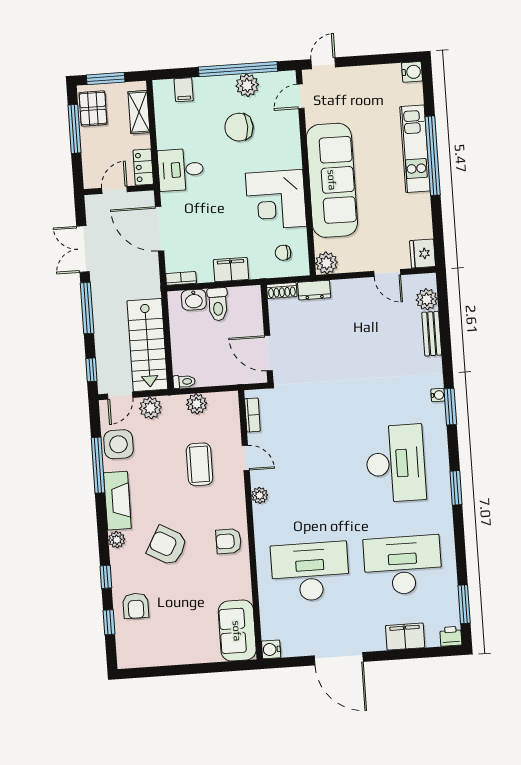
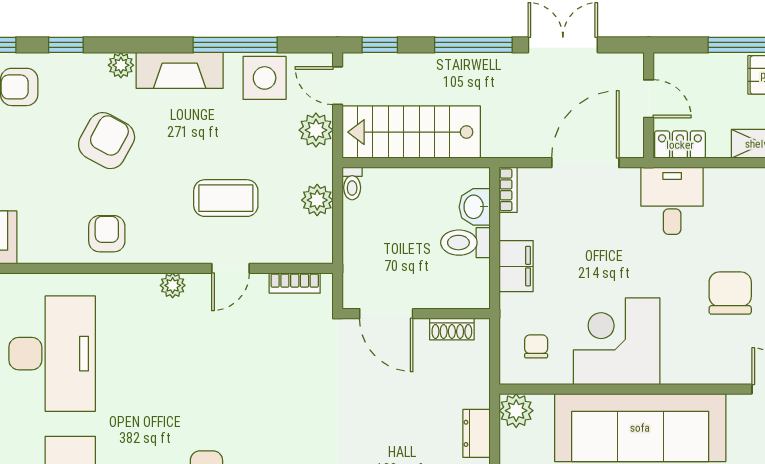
dresser: (314, 290) -> (476, 433), moved
shoe rack: (282, 291) -> (452, 329), moved, turned -90
door: (268, 353) -> (386, 314), swing flipped

